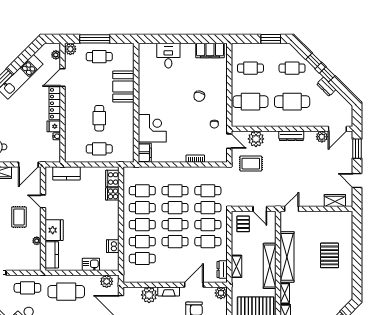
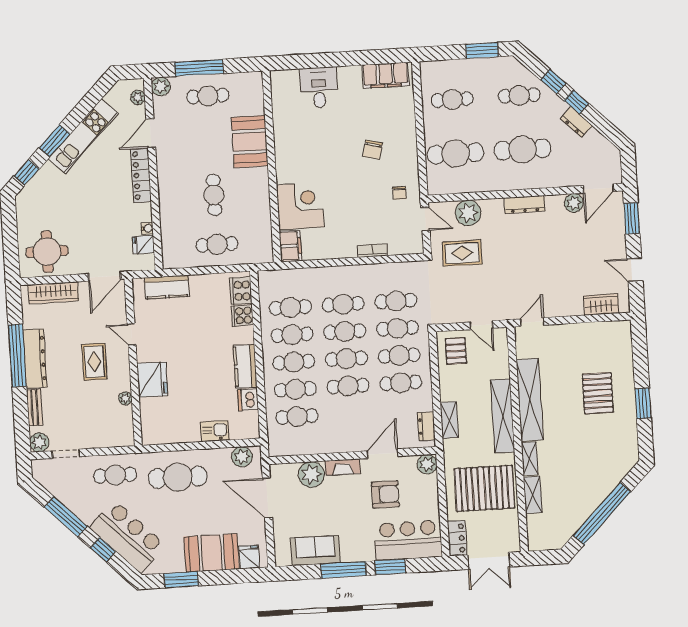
fridge: (54, 126) -> (143, 245), moved
kitchen counter: (52, 255) -> (245, 366), moved, turned 180
window: (357, 264) -> (643, 404), added

